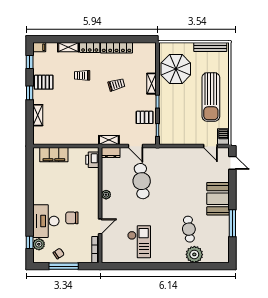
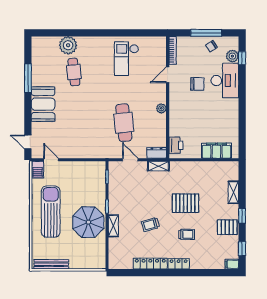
shelving: (68, 47) -> (201, 264), removed
parasol: (176, 69) -> (88, 222), moved
pallet: (145, 117) -> (185, 203), moved, width x1.50, depth x1.42

